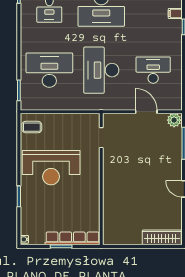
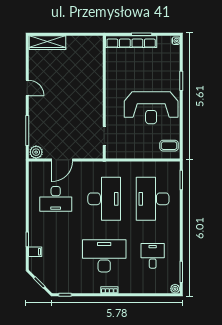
desk: (49, 70) -> (153, 199), turned 90
door: (146, 112) -> (62, 160), hinge flipped
reception desk: (51, 168) -> (151, 108), turned 180

